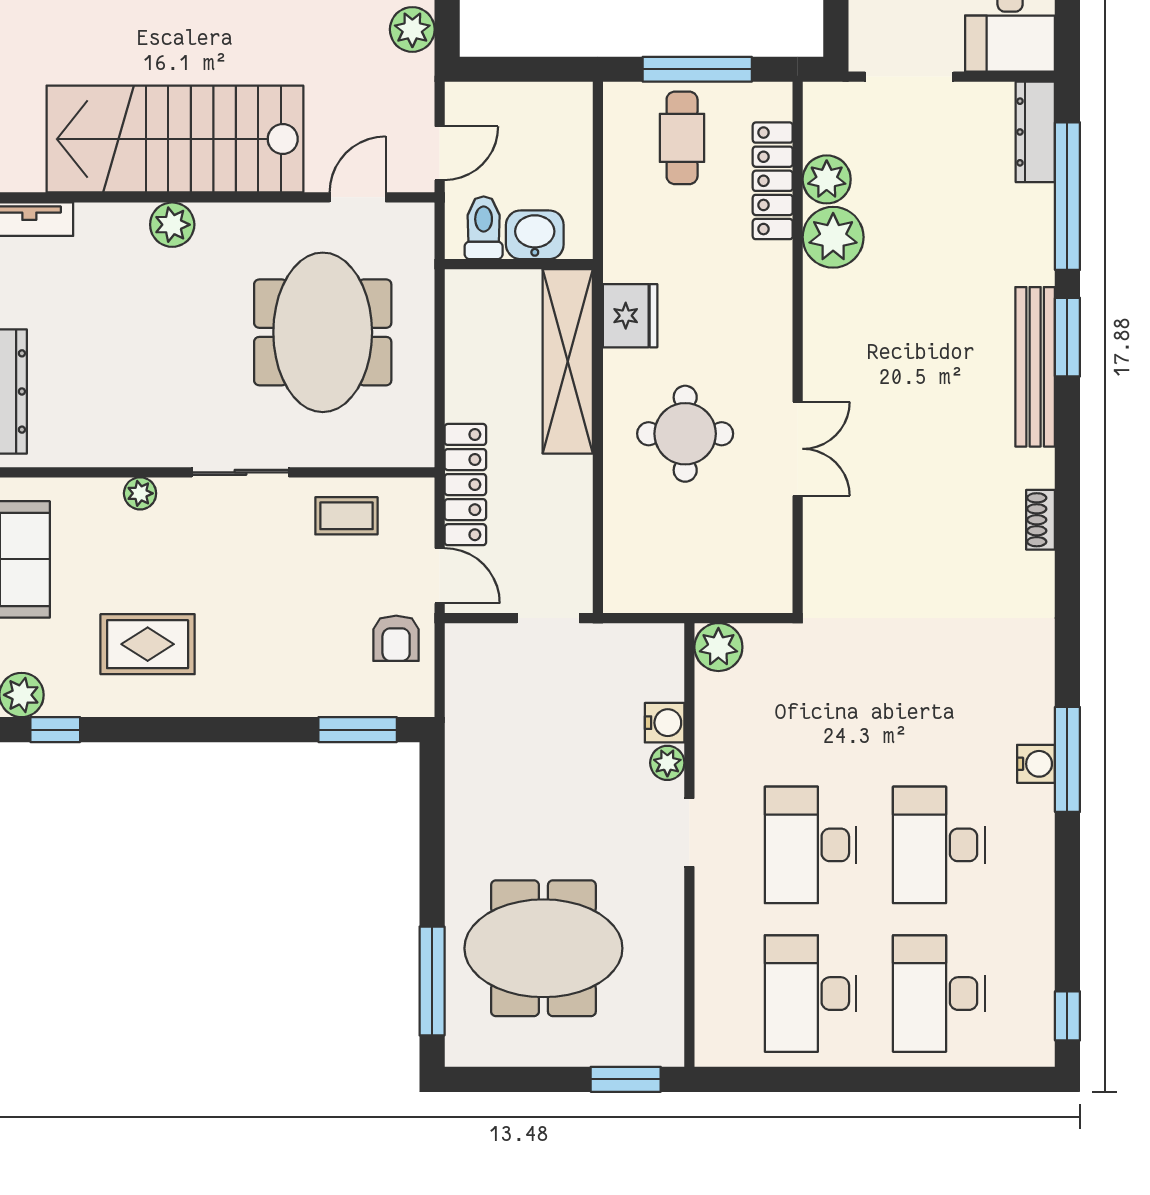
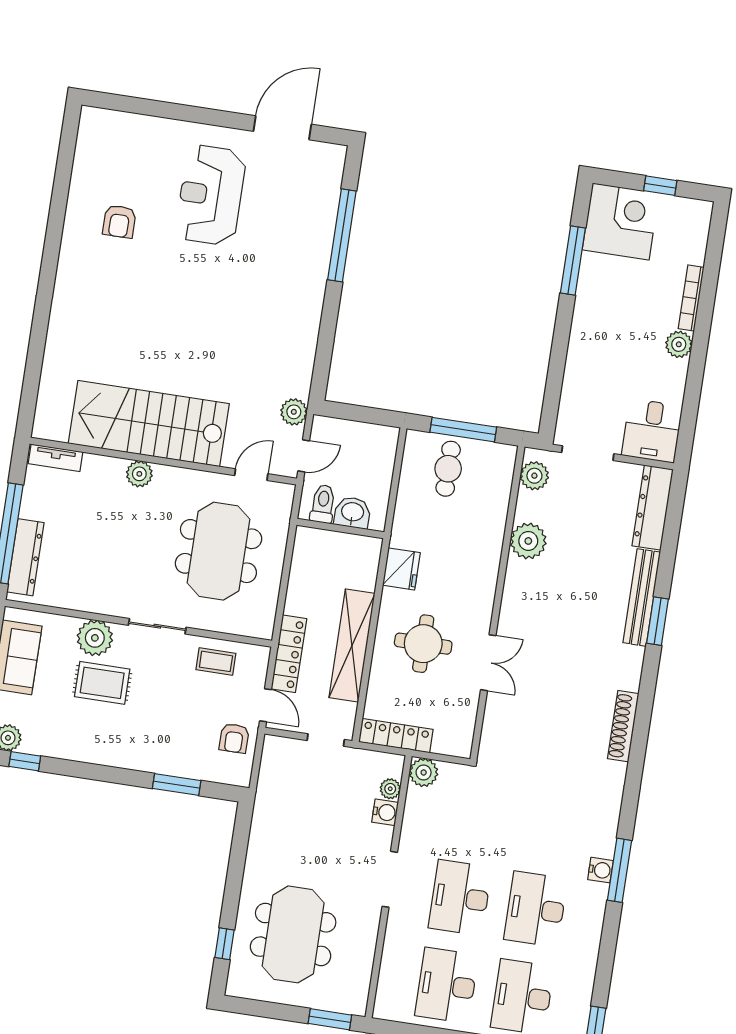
plant: (412, 29) -> (294, 412), moved
dresser: (1035, 132) -> (653, 508), width x1.37, depth x1.24
plant: (827, 179) -> (534, 476), moved
locker: (773, 181) -> (396, 736), moved, turned 90
window: (1067, 196) -> (670, 538), removed
shelving: (568, 361) -> (352, 646), moved
bench: (1035, 367) -> (642, 597), moved
plant: (140, 493) -> (95, 638), width x1.88, depth x1.88
shoe rack: (1041, 520) -> (623, 726), width x1.94, depth x1.24
rug: (148, 644) -> (102, 683), moved
window: (358, 730) -> (177, 785), moved
plant: (667, 763) -> (390, 789), moved
doorway: (689, 832) -> (390, 879), width x1.38
meeting table: (543, 948) -> (293, 934), turned 90
window: (432, 981) -> (224, 944), width x0.46

